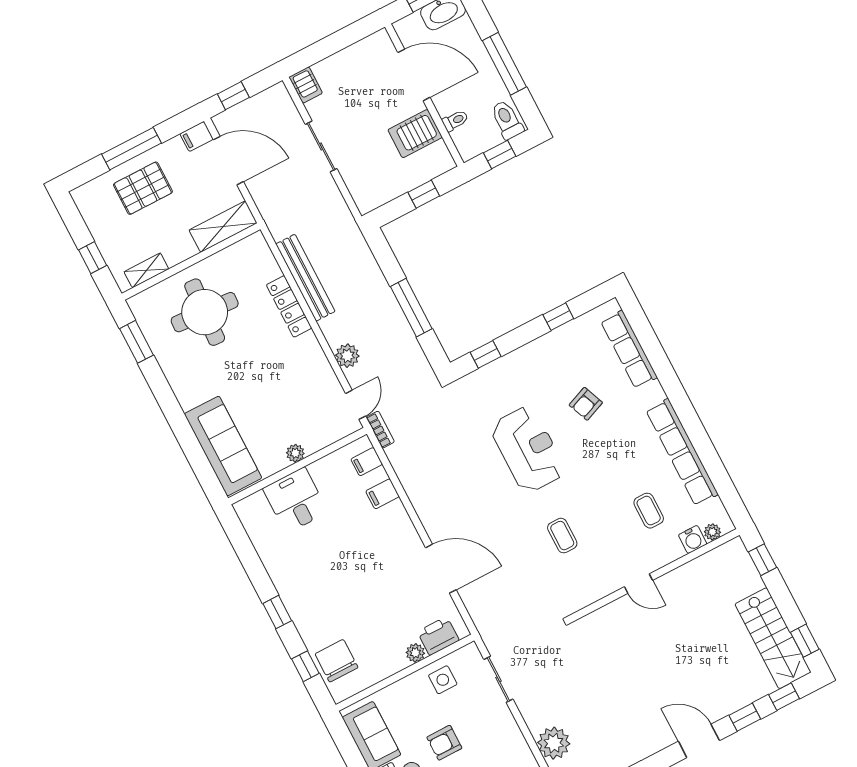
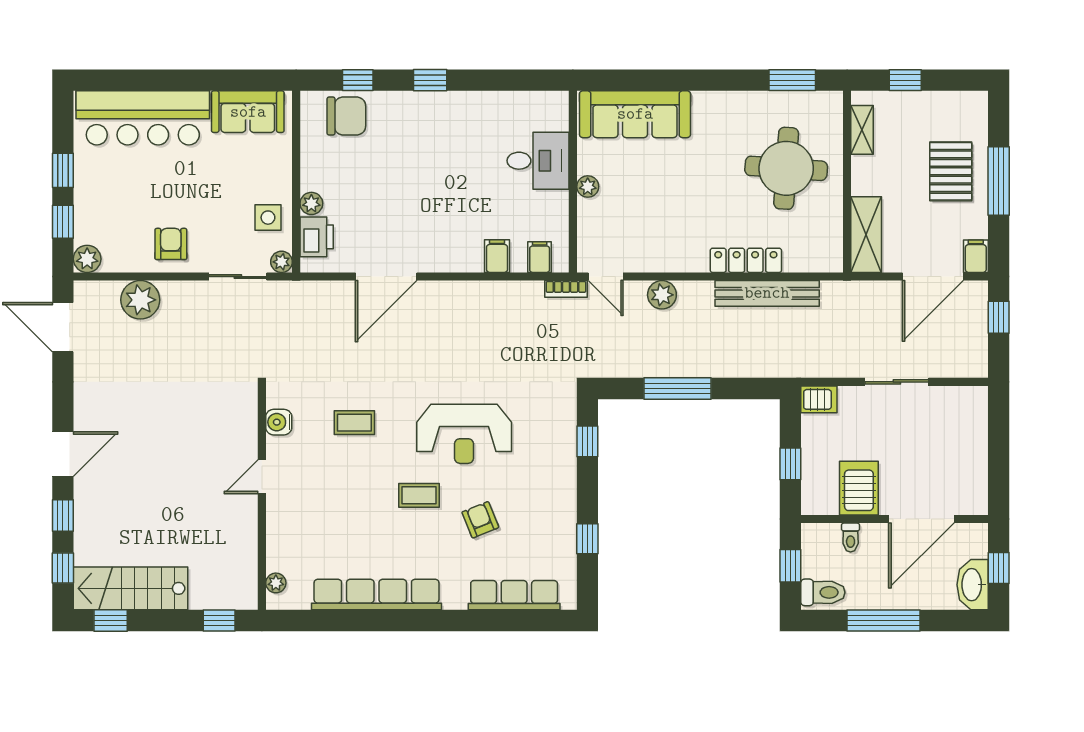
server rack: (306, 85) -> (819, 399), moved, turned 180
coffee table: (649, 511) -> (419, 495), moved
water cooler: (693, 539) -> (279, 422), moved
plant: (471, 652) -> (281, 262), added
armchair: (444, 743) -> (171, 244), moved

